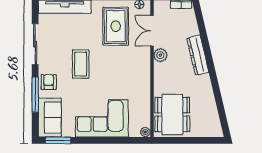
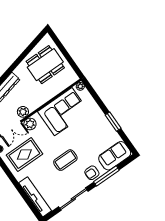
plant: (143, 54) -> (30, 124), added
dining table: (172, 114) -> (45, 65), moved
corner sofa: (102, 118) -> (63, 112), moved, turned -90
window: (58, 140) -> (113, 122), moved

